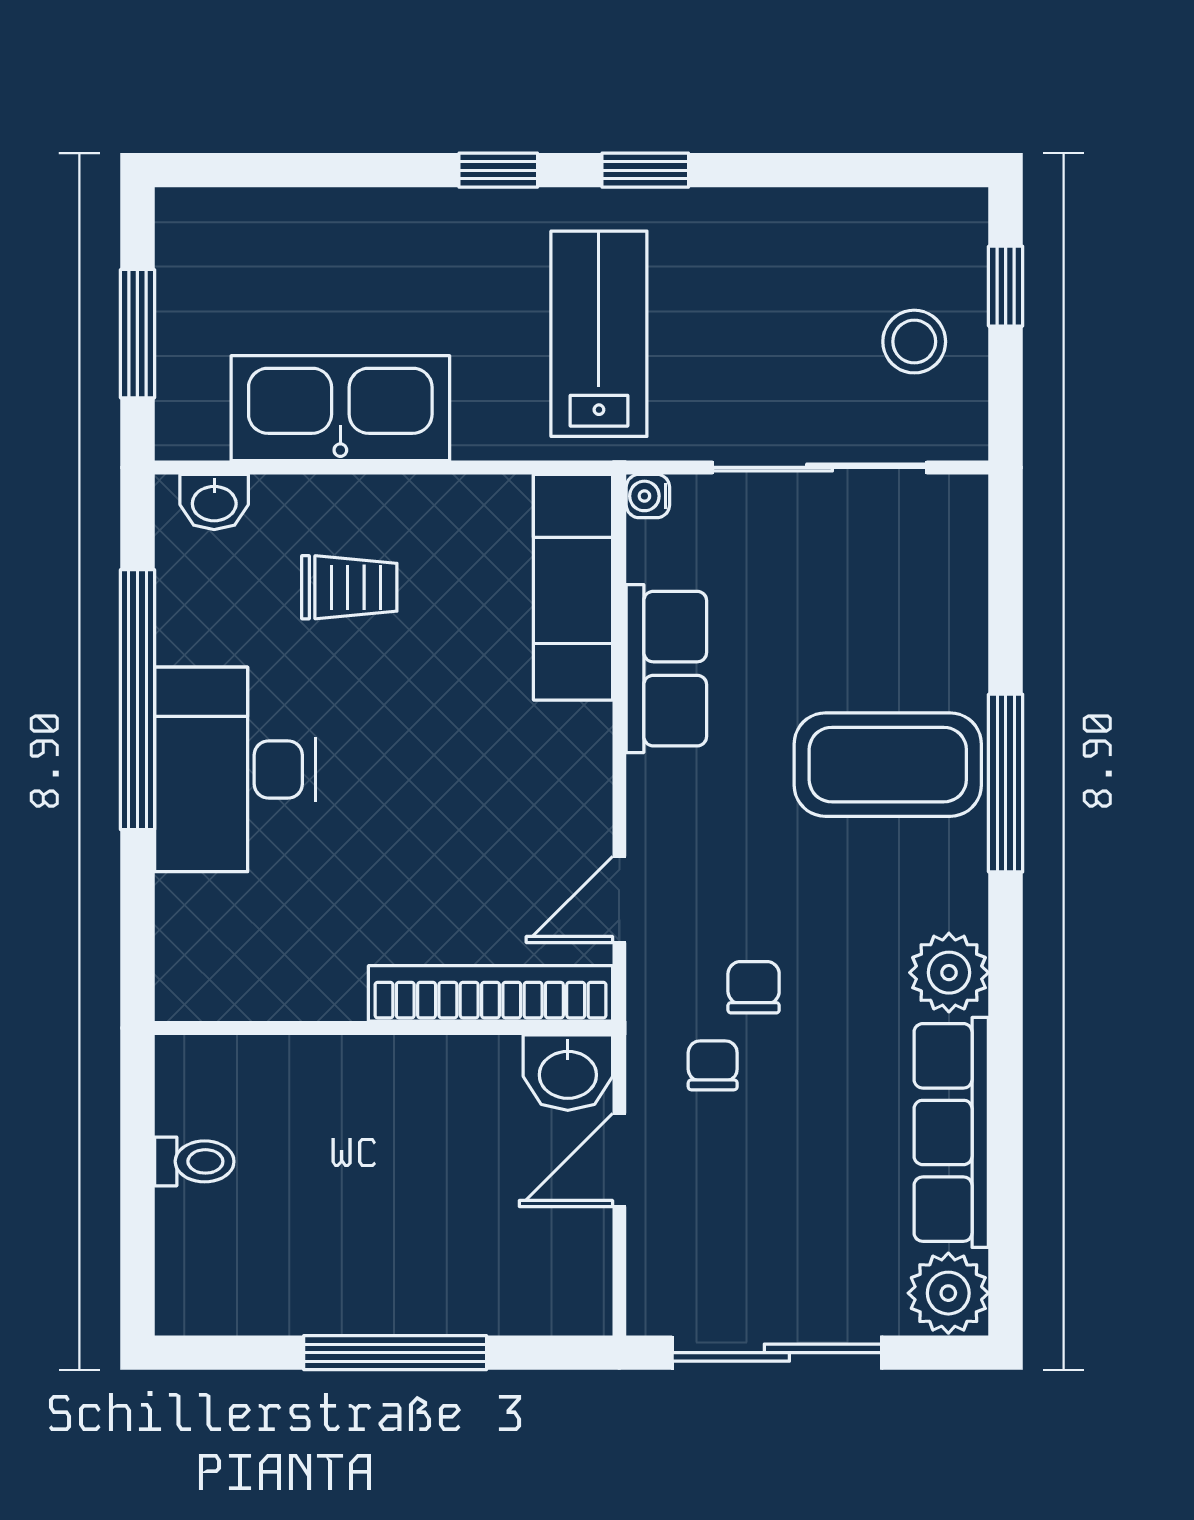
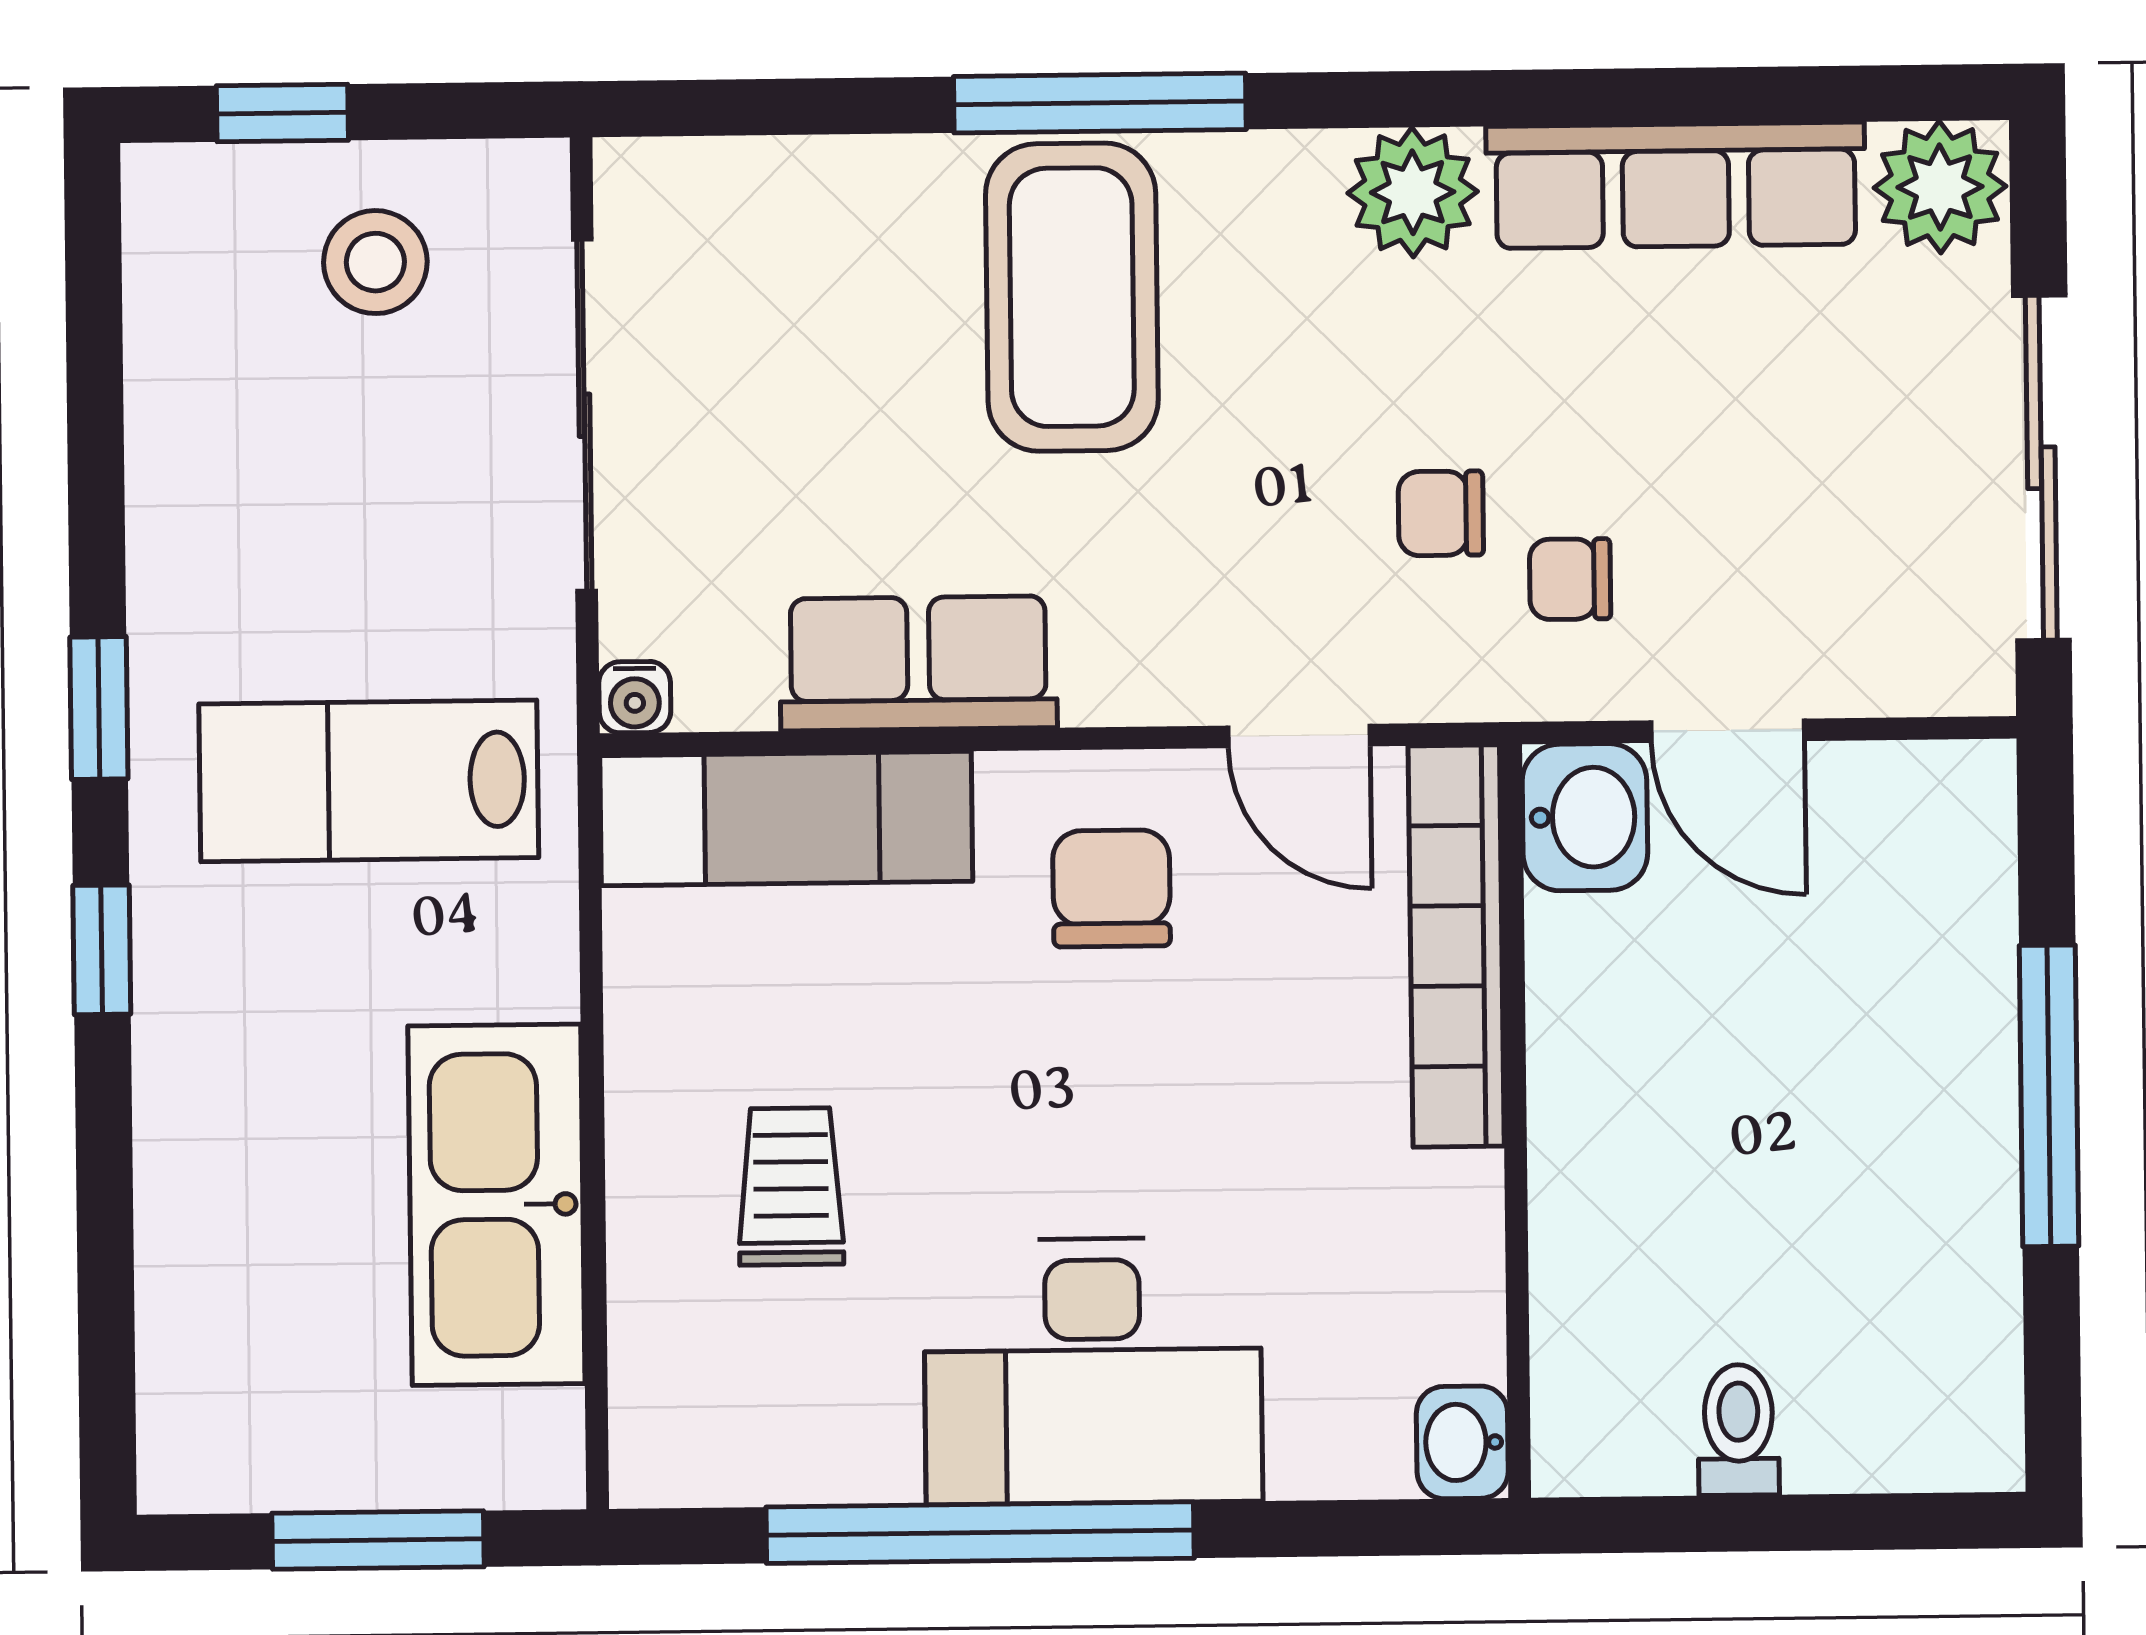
washbasin: (214, 502) -> (1462, 1442), moved, turned 180
chair: (528, 784) -> (1111, 888), added

